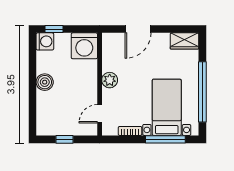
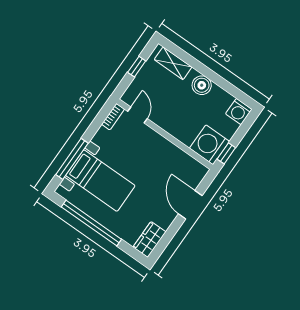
window: (54, 29) -> (226, 153), moved
plant: (110, 80) -> (162, 146), removed
shelving: (43, 114) -> (173, 63), added
bookcase: (130, 131) -> (113, 117), moved

